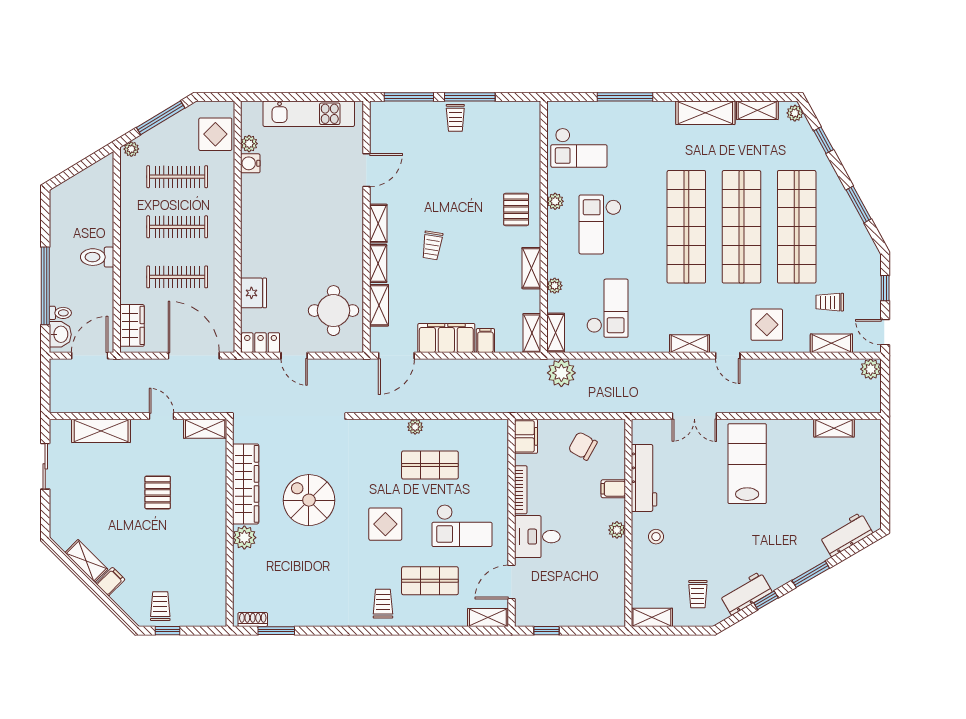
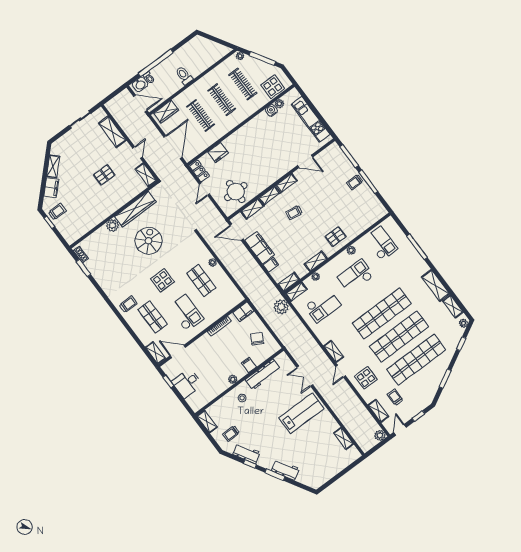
checkout: (579, 148) -> (381, 243), turned 180
checkout: (462, 526) -> (186, 313), turned 180
workbench: (846, 535) -> (285, 470), moved
desk: (537, 537) -> (187, 383), moved, turned -90
filing cabinet: (110, 582) -> (51, 188), width x2.00

